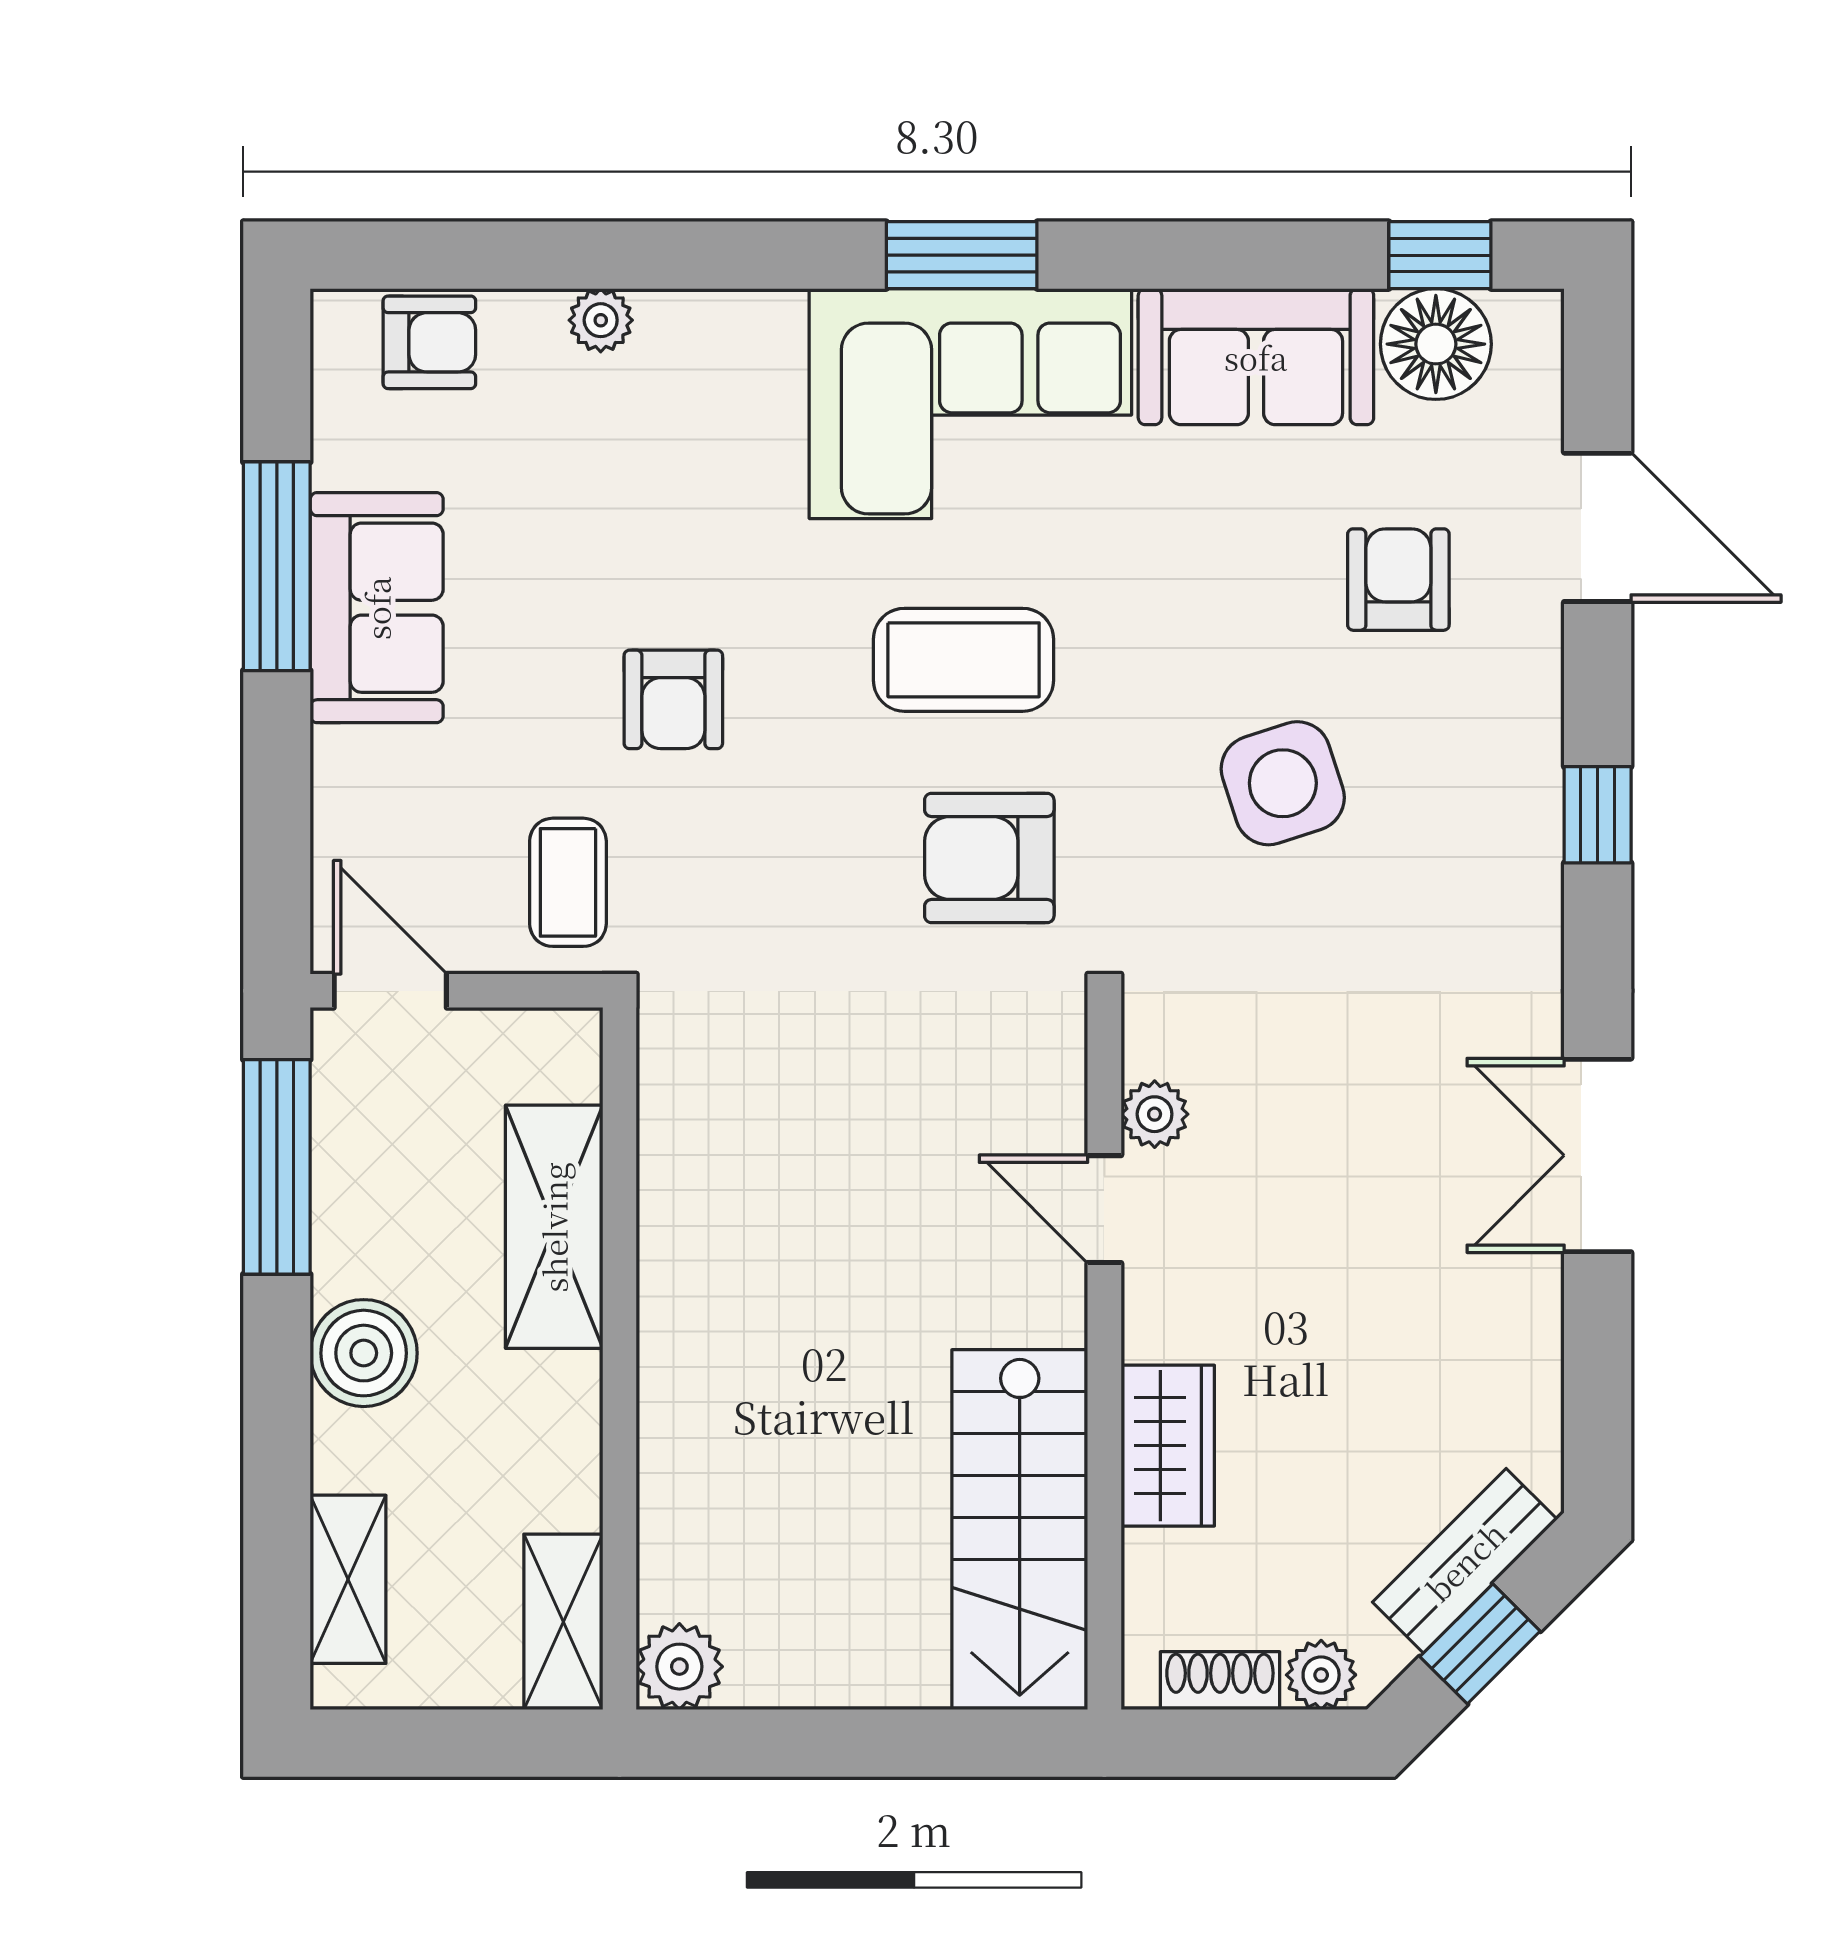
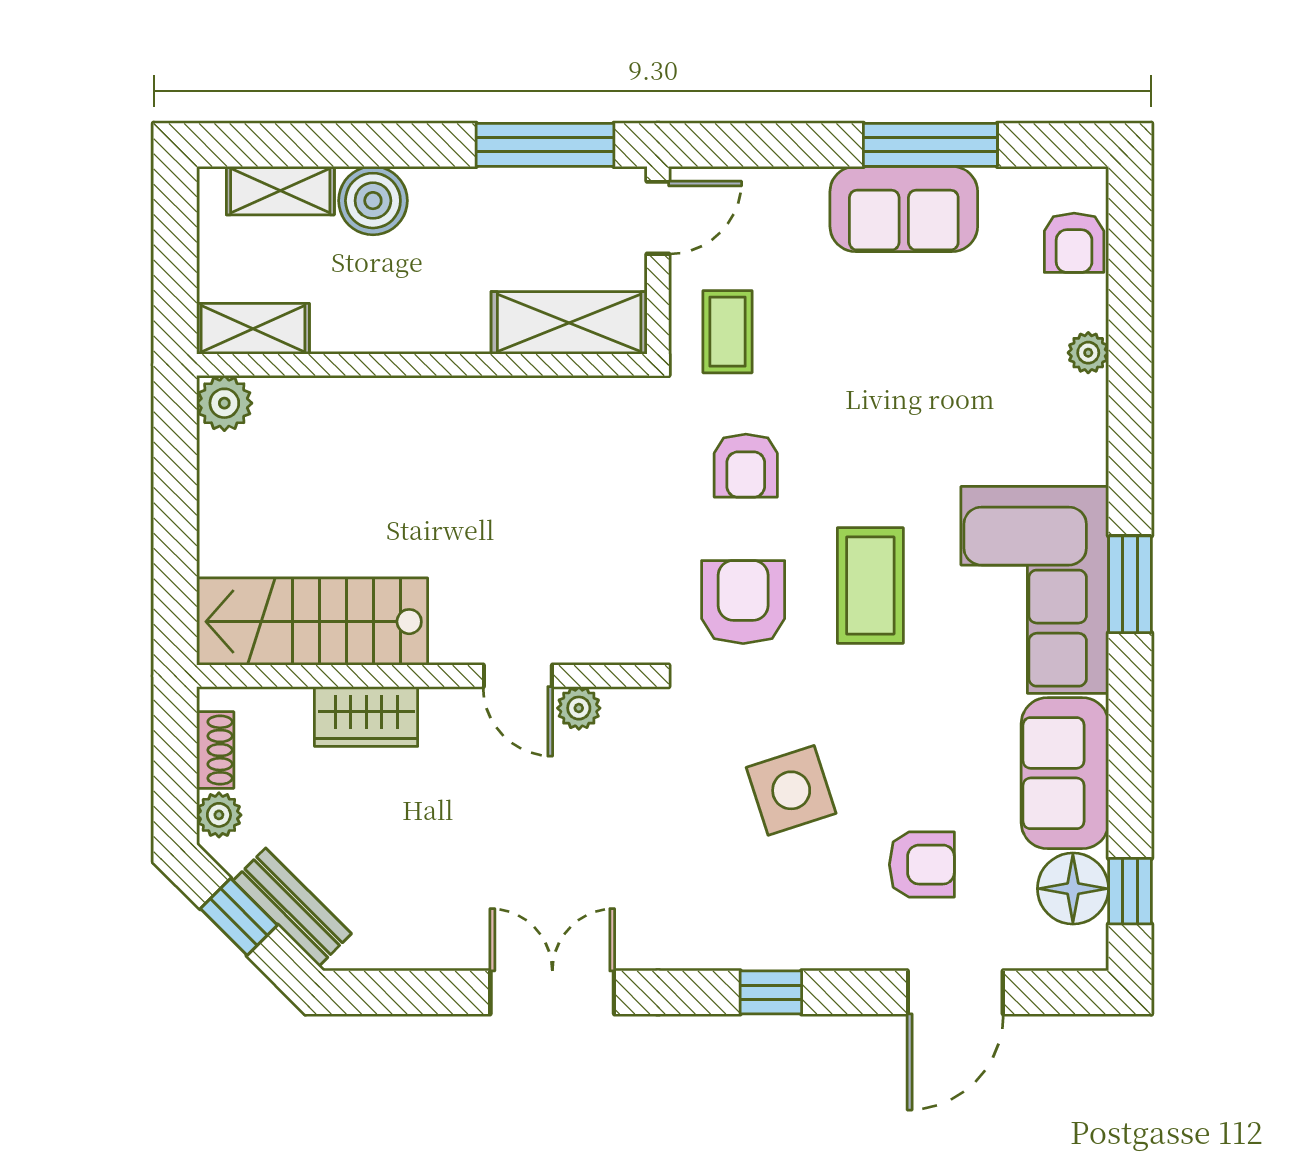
armchair: (673, 699) -> (746, 466), moved, turned -90
coffee table: (568, 882) -> (728, 332), turned 90
door: (1104, 1209) -> (518, 676), swing flipped
shelving: (554, 1227) -> (569, 323), moved
boiler: (364, 1353) -> (373, 201), moved

